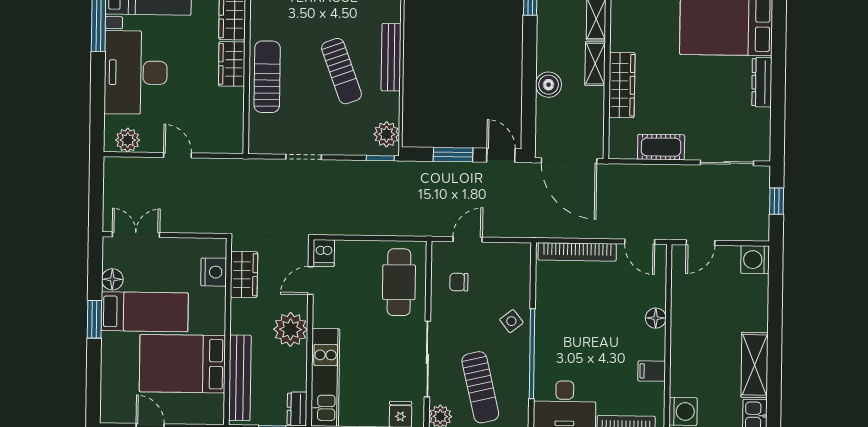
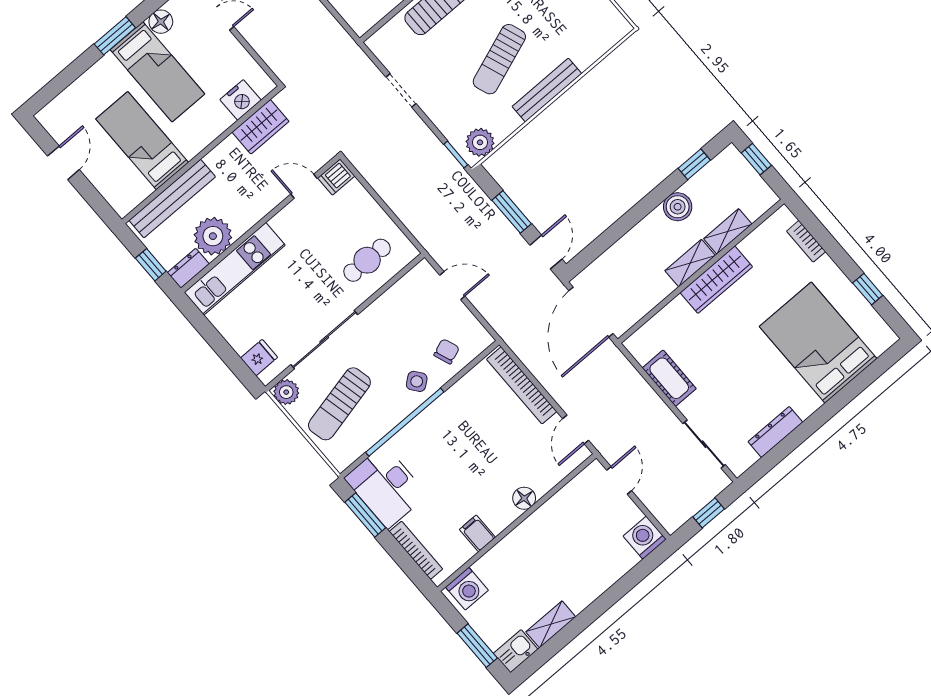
dresser: (762, 82) -> (775, 432), moved
boiler: (549, 85) -> (678, 207), moved
wardrobe: (622, 85) -> (716, 280), moved
door: (701, 243) -> (619, 480), swing flipped
cafe table: (399, 282) -> (367, 260), width x0.73, depth x0.74
chair: (459, 282) -> (447, 351), moved, turned 69
plant: (290, 329) -> (213, 236), moved
bed: (182, 364) -> (142, 141), width x0.67
shelving: (755, 365) -> (551, 624), width x0.67, depth x0.75

